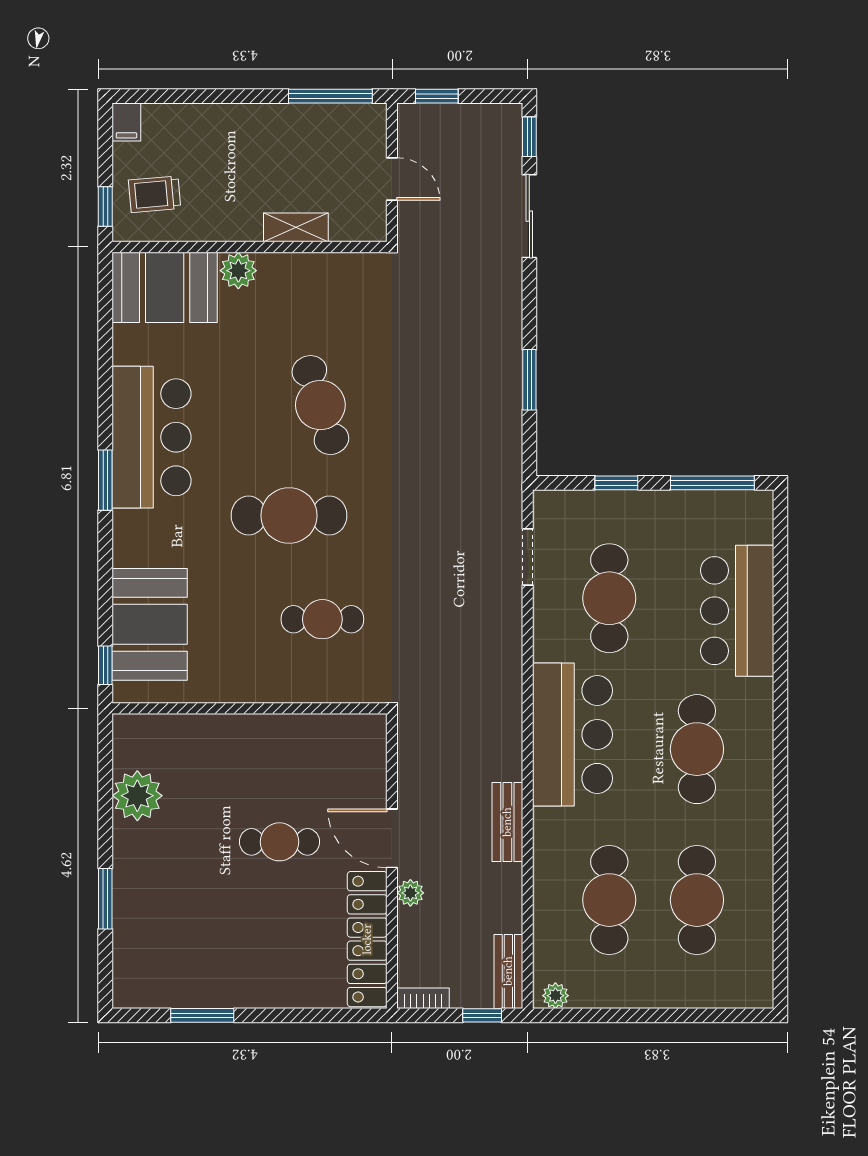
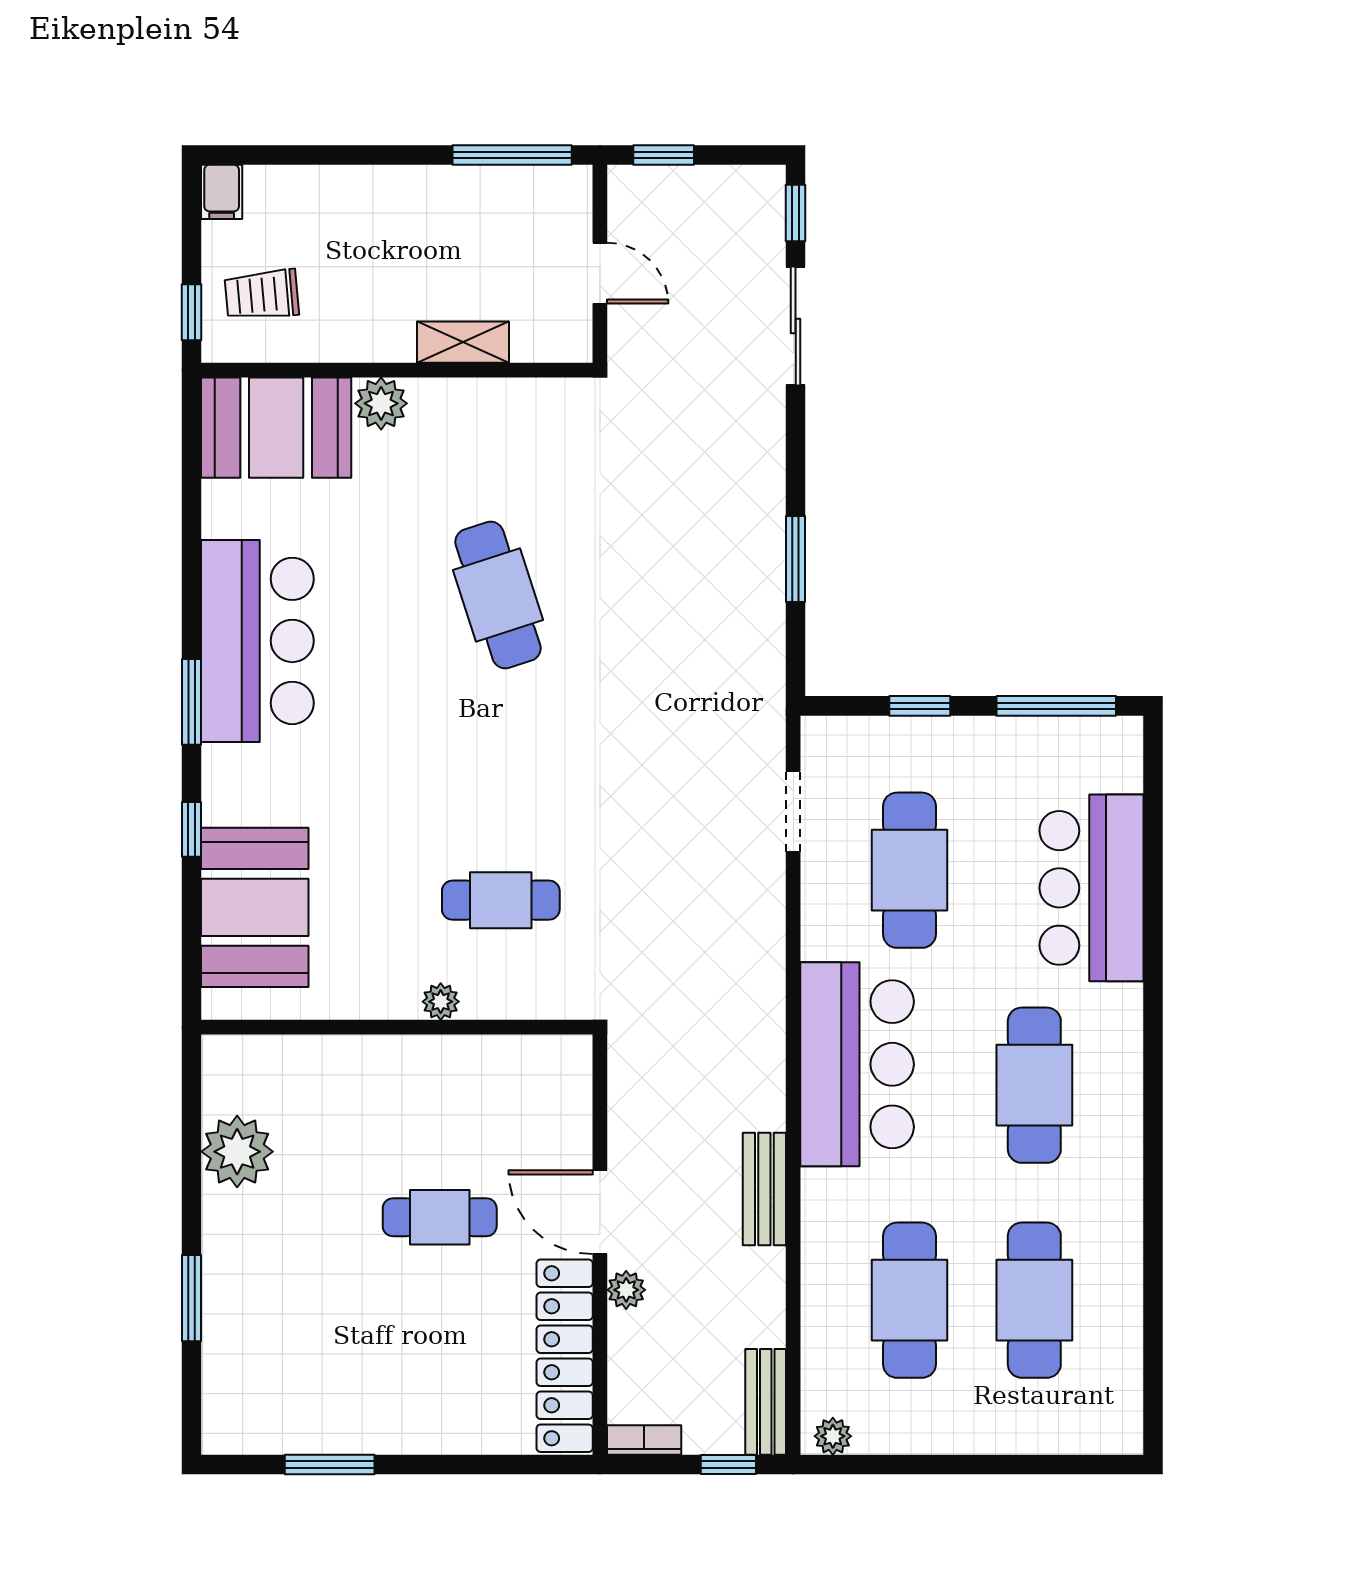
cafe table: (289, 515) -> (453, 752), removed
window: (105, 665) -> (192, 829), moved
plant: (280, 690) -> (441, 1002), added

